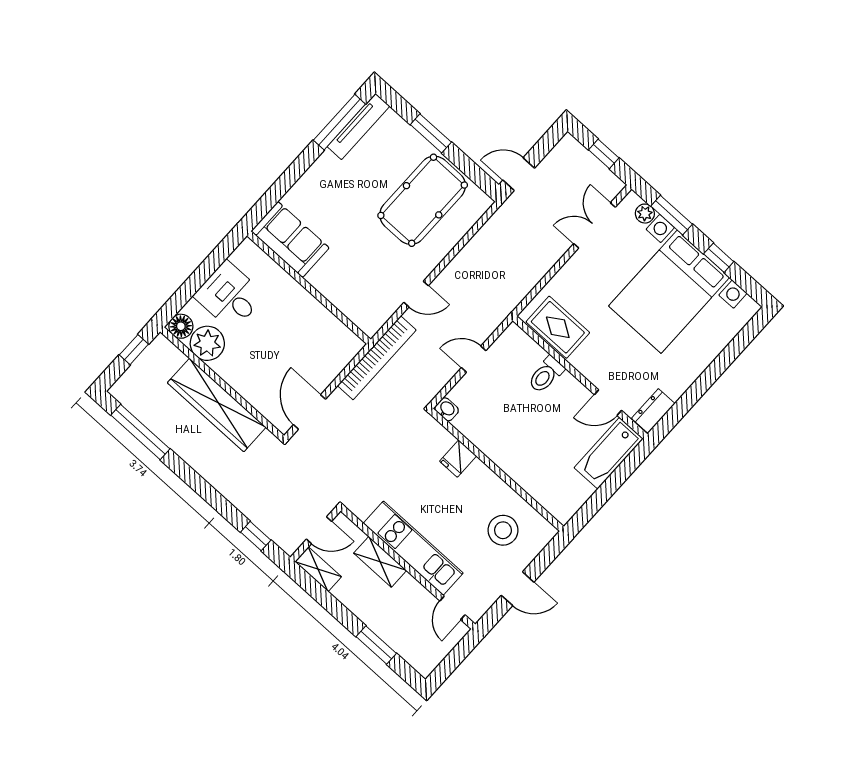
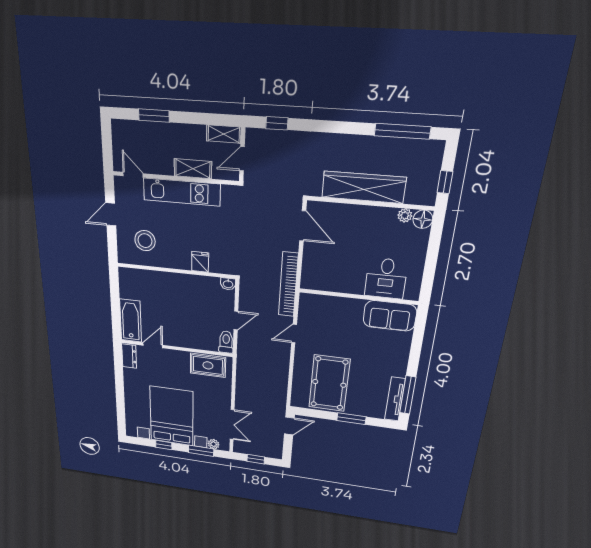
desk: (229, 296) -> (386, 278), moved, turned 90
plant: (207, 343) -> (405, 215), width x0.53, depth x0.53
toilet: (546, 375) -> (226, 342), moved

